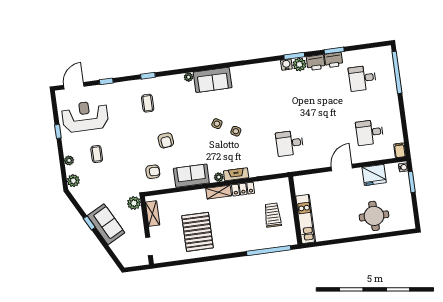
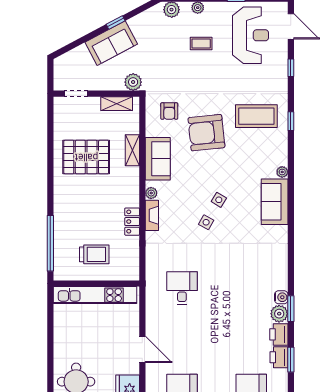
coffee table: (148, 103) -> (256, 116), width x1.86, depth x1.72
armchair: (166, 140) -> (206, 133), width x1.88, depth x1.88
shelving: (219, 192) -> (132, 150), moved
kitchen unit: (306, 219) -> (95, 295), width x1.36

